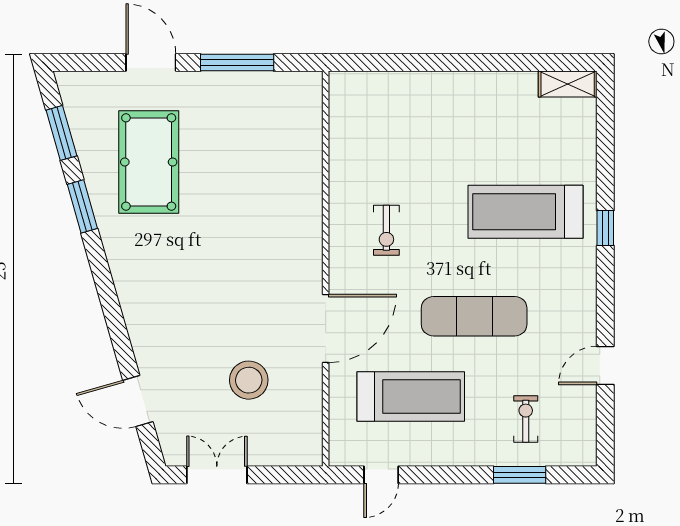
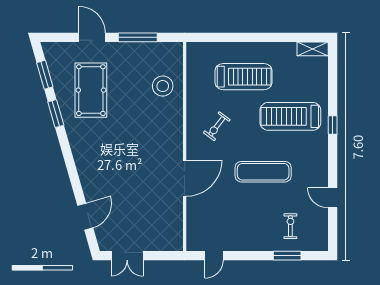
exercise bike: (386, 230) -> (217, 126), turned 37
door: (605, 366) -> (333, 198), hinge flipped
stool: (249, 380) -> (163, 86), moved
treadmill: (411, 397) -> (244, 77), moved
door: (138, 401) -> (85, 217), swing flipped
double door: (217, 475) -> (127, 256), swing flipped

